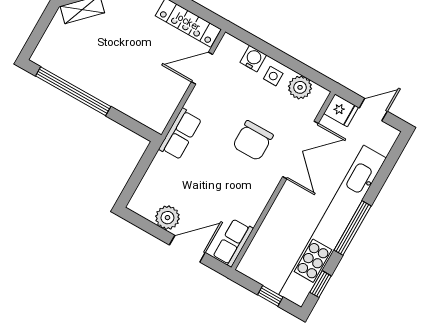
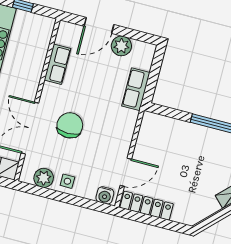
water cooler: (253, 59) -> (105, 195), moved
row of seats: (180, 134) -> (136, 89), moved
row of seats: (233, 243) -> (58, 64), moved

